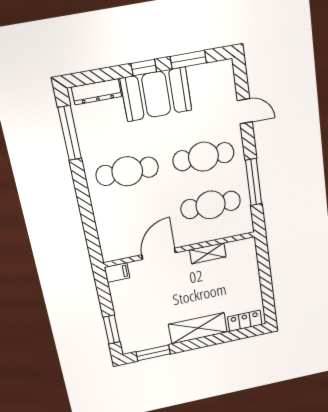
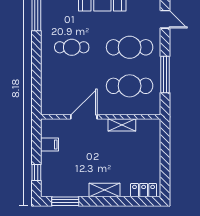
cafe table: (127, 171) -> (72, 47), width x0.73, depth x0.74
filing cabinet: (117, 273) -> (50, 145), moved
shelving: (198, 328) -> (105, 190), width x0.67, depth x0.75
window: (112, 329) -> (36, 173), width x0.67

